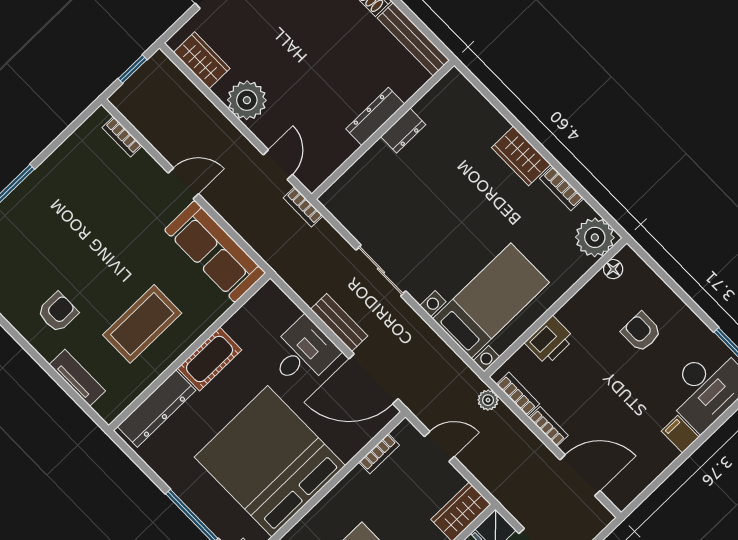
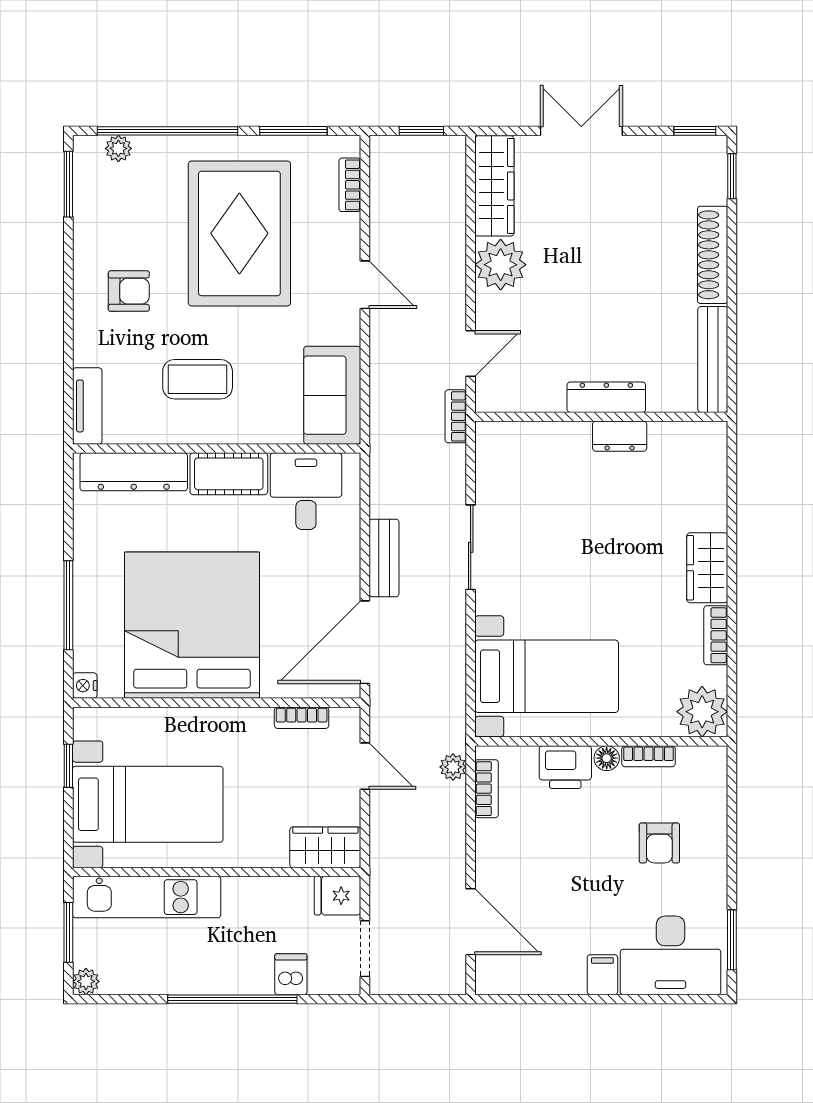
wardrobe: (202, 60) -> (494, 186), width x1.50
window: (63, 137) -> (293, 131), added
rug: (88, 222) -> (239, 233), added
sofa: (215, 251) -> (332, 395), width x0.73
floor lamp: (613, 269) -> (607, 758), moved
coffee table: (142, 324) -> (198, 379), width x0.73, depth x0.76
armchair: (641, 332) -> (659, 843), turned 180
desk: (303, 353) -> (306, 491), moved, turned -90
tv unit: (77, 378) -> (87, 406), moved
door: (373, 379) -> (365, 642), hinge flipped
bookcase: (548, 427) -> (649, 756), moved, turned 90

